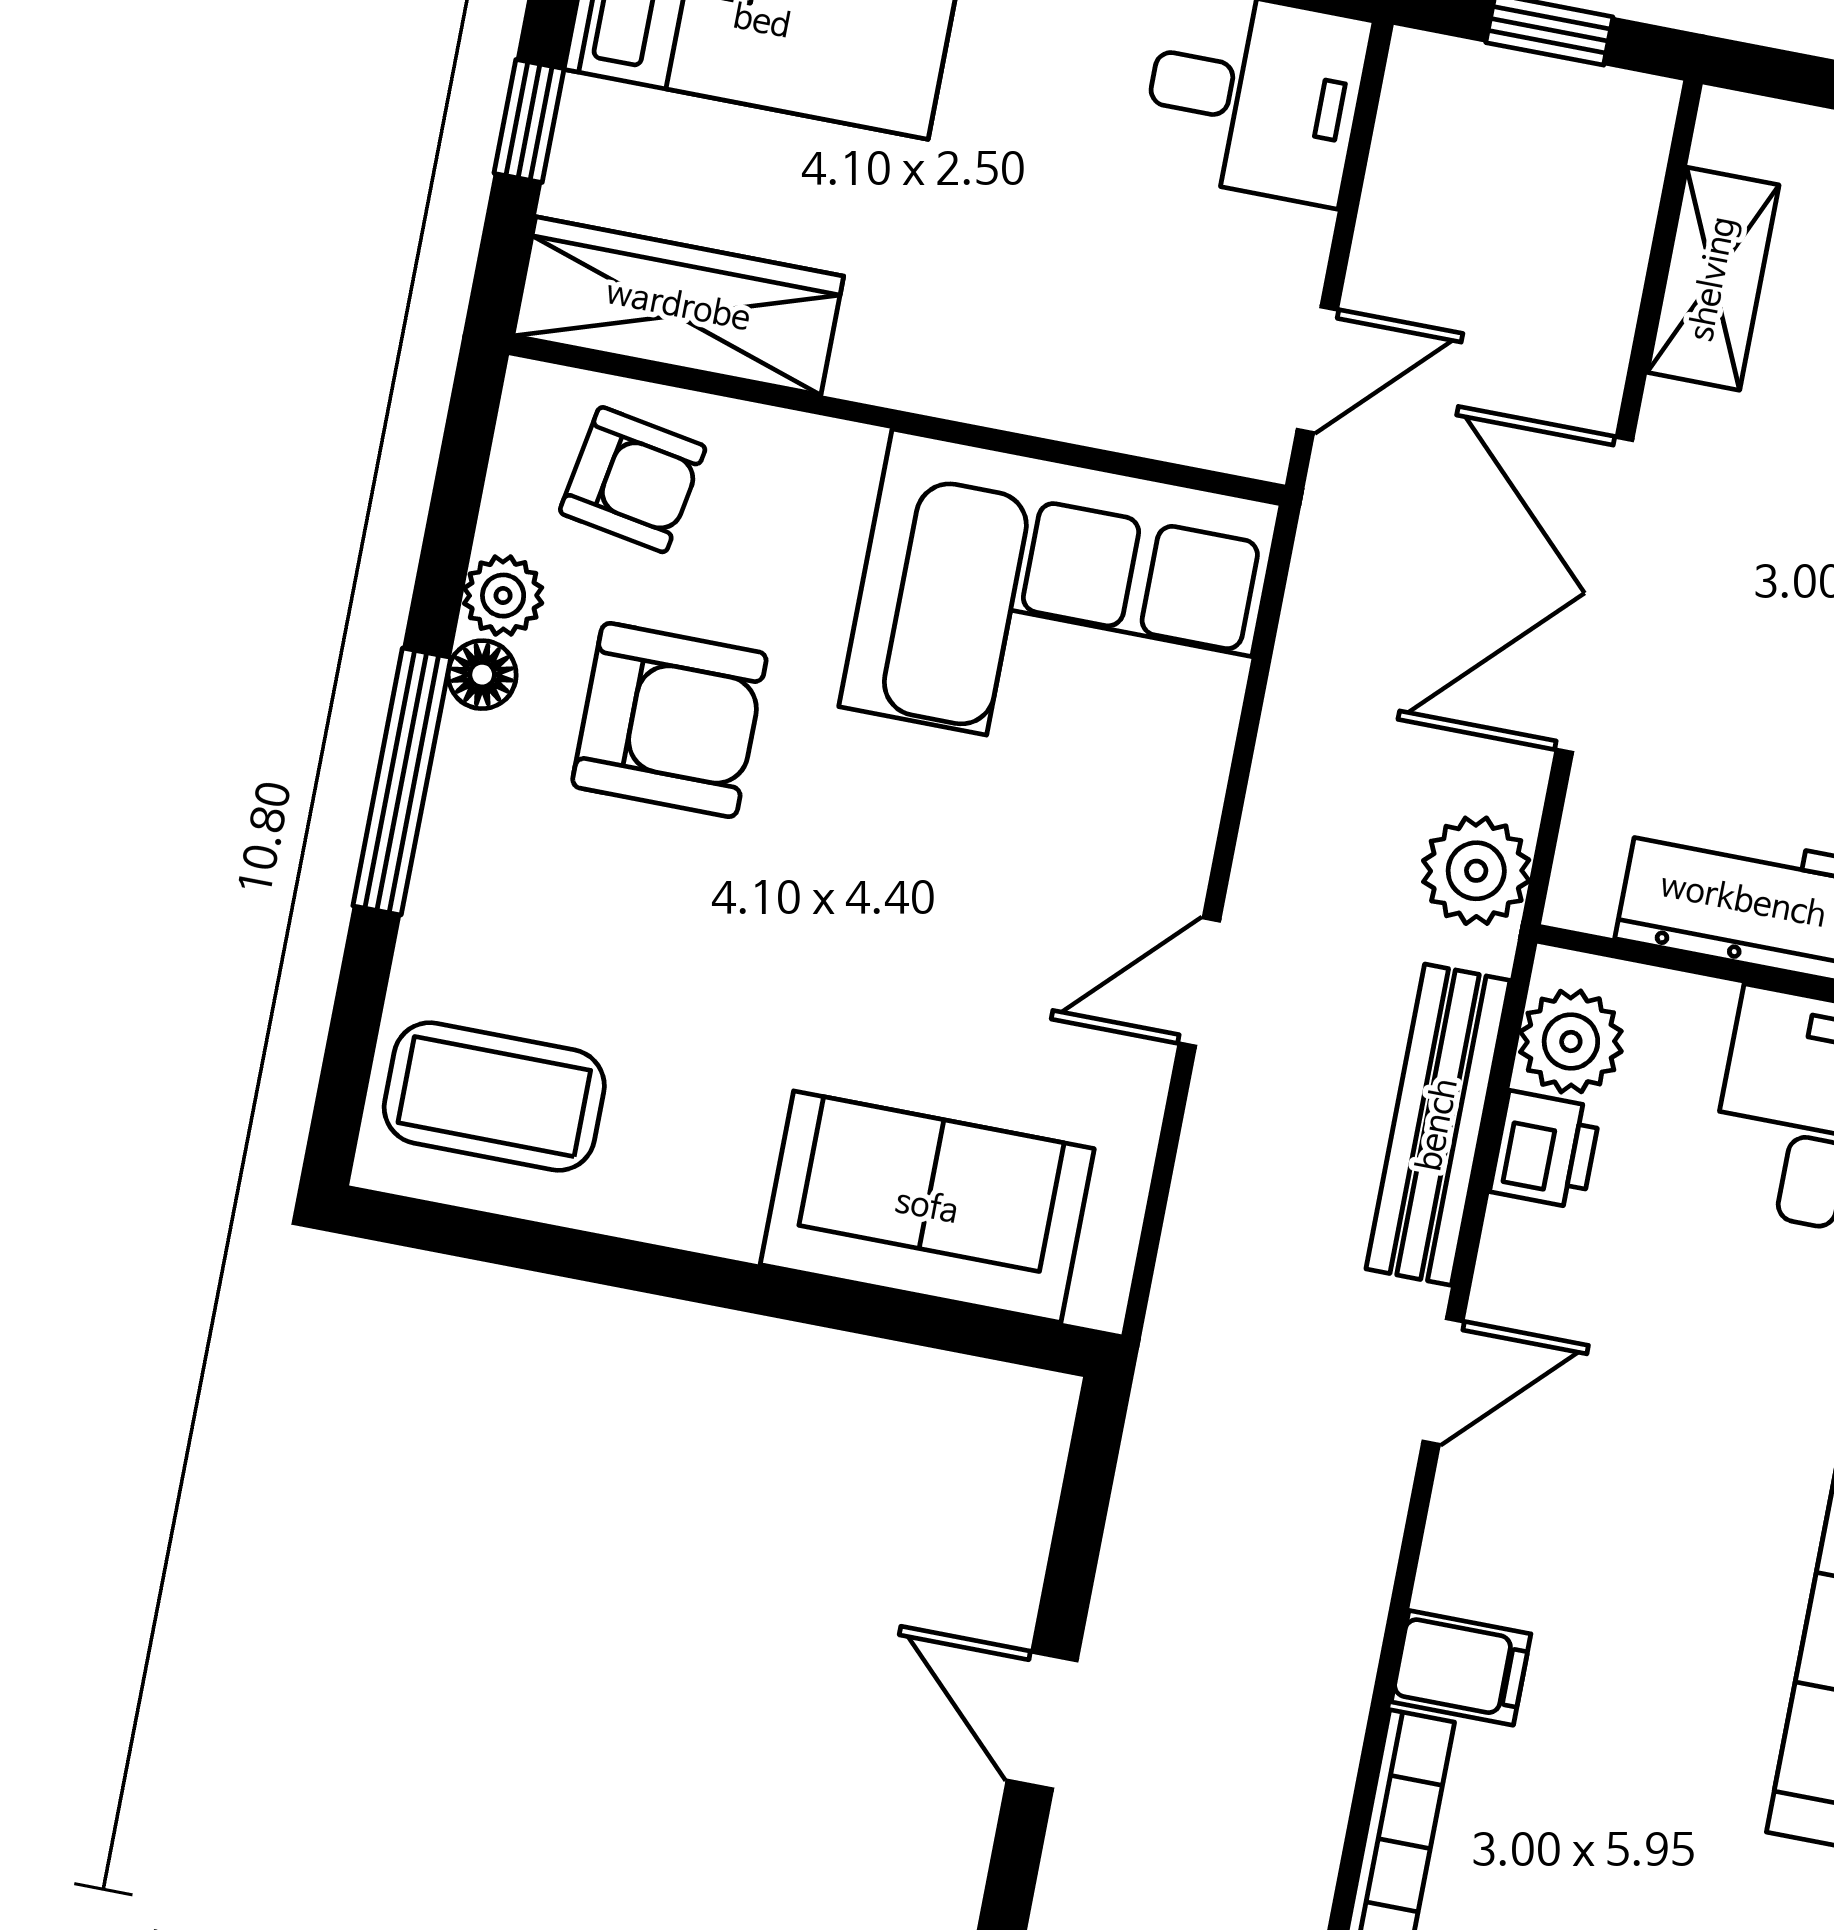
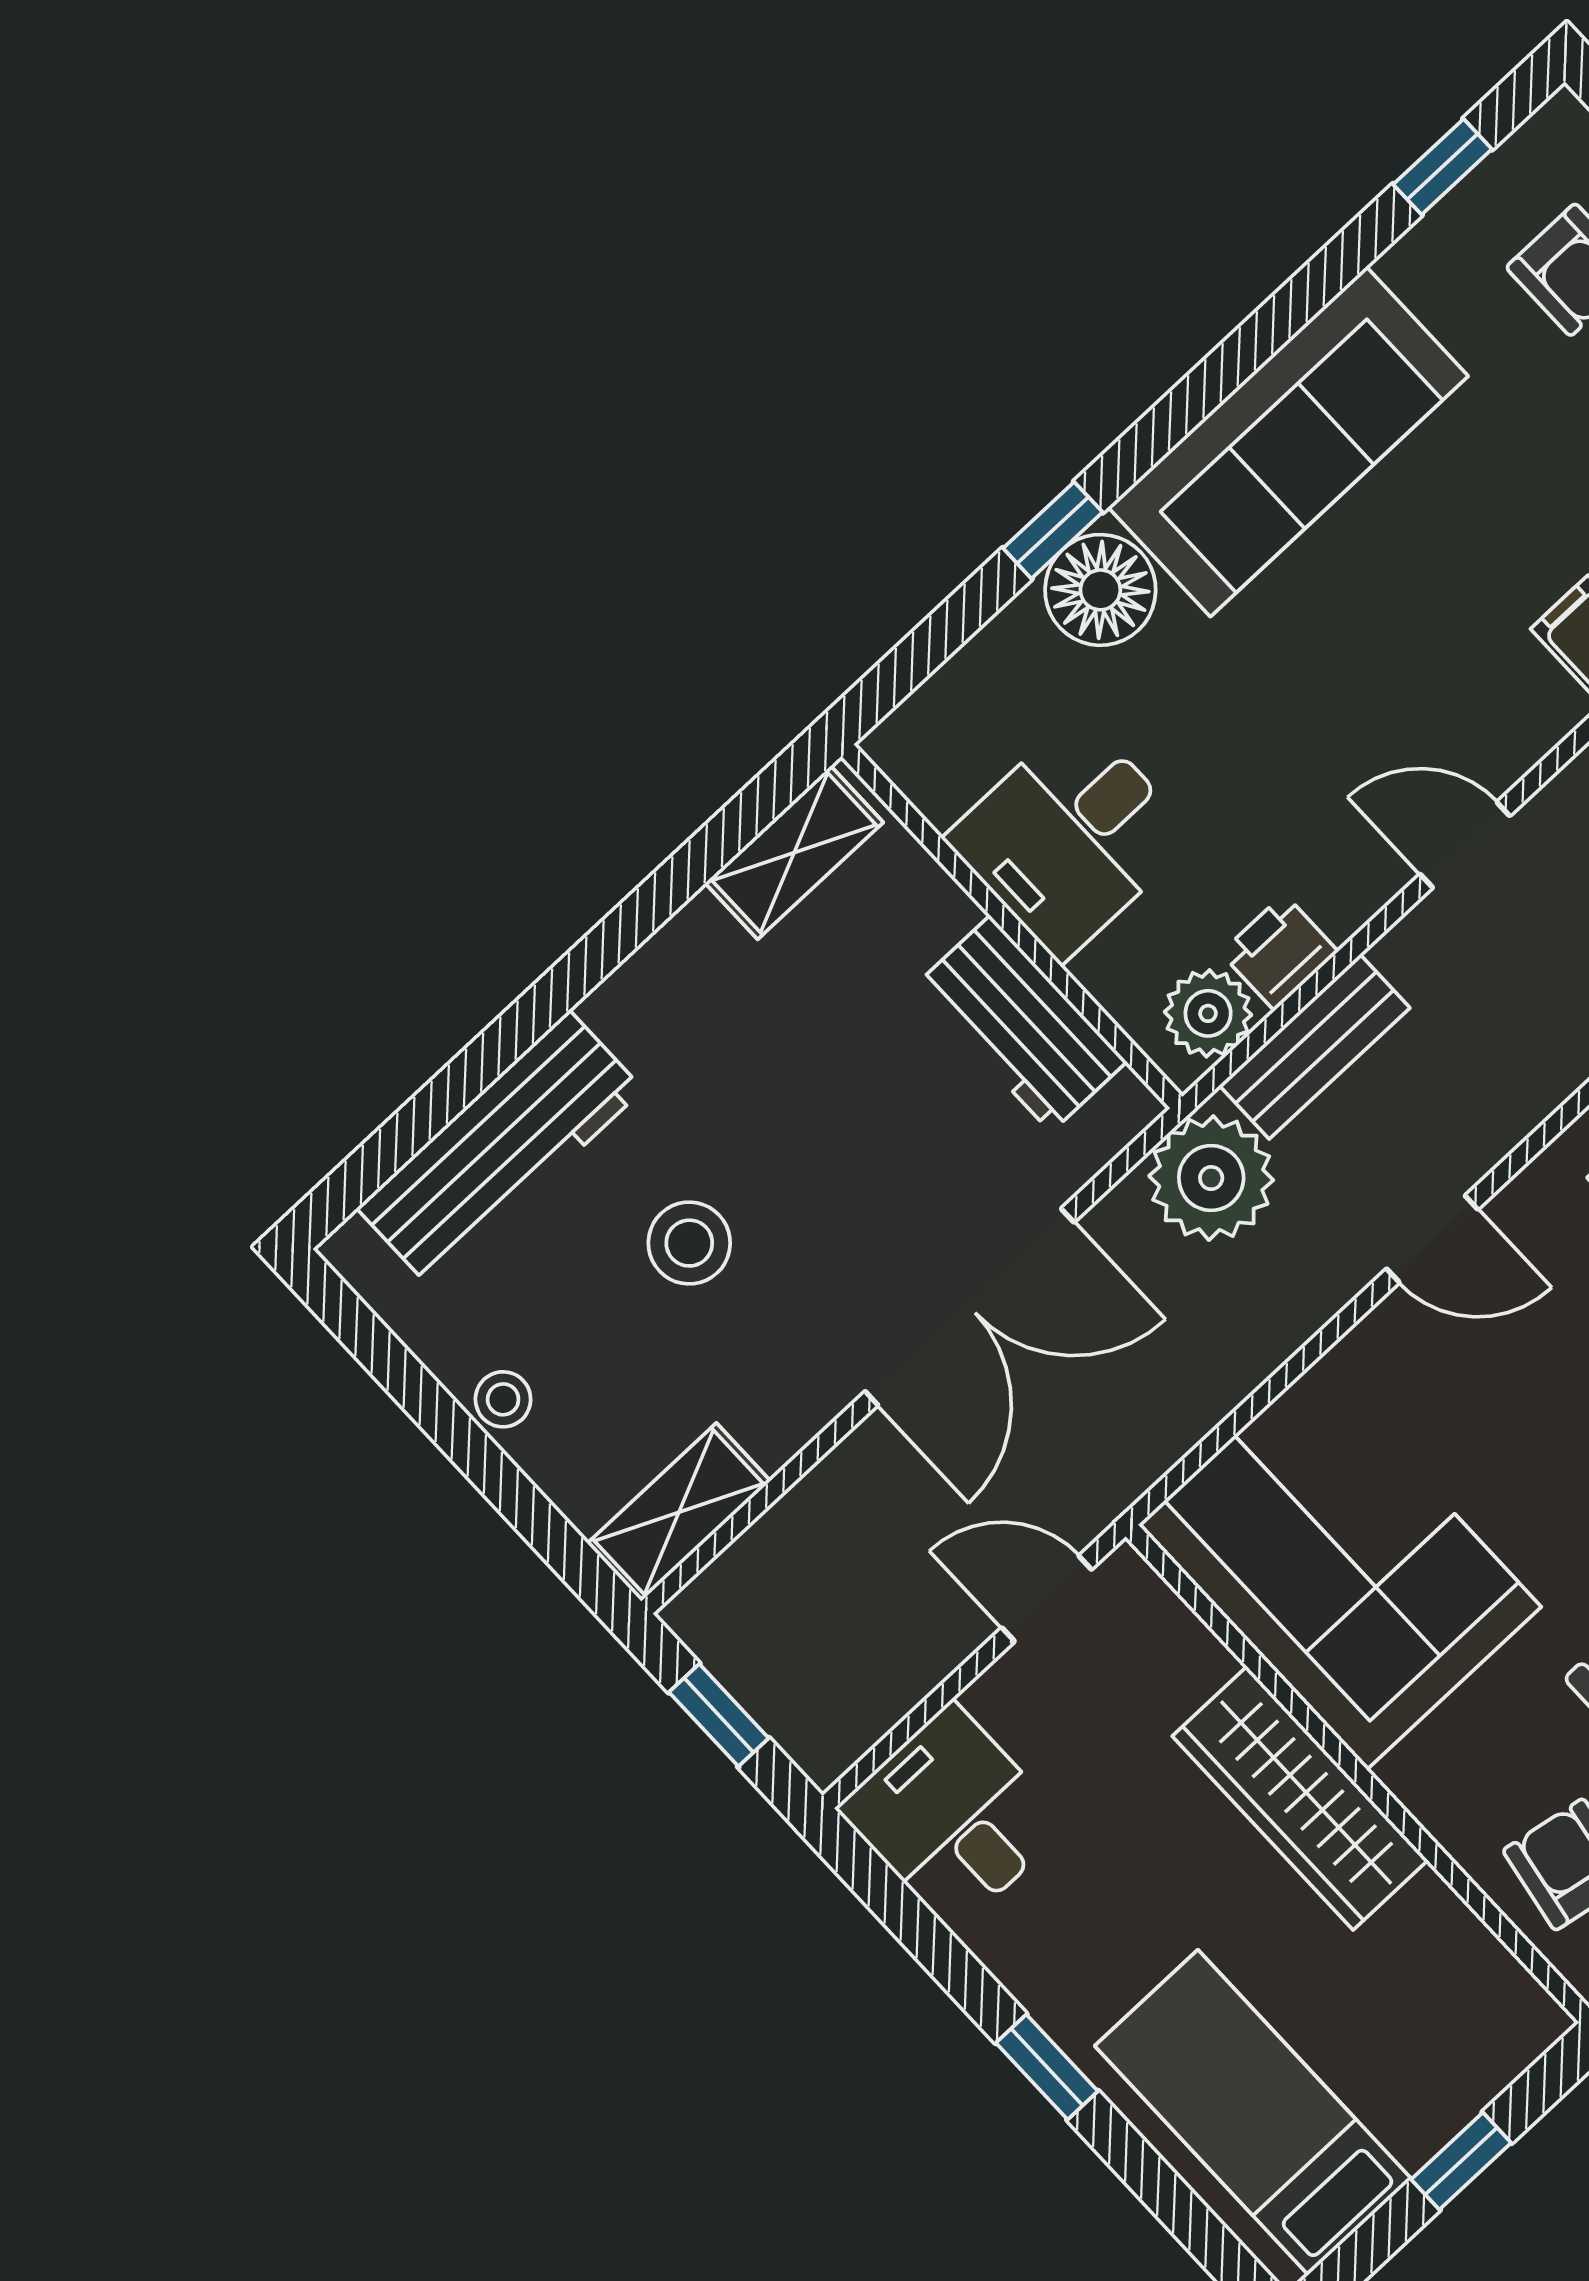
shelving: (1713, 279) -> (679, 1512), moved
wardrobe: (678, 306) -> (1300, 1798), moved
plant: (1476, 871) -> (1211, 1178), width x1.36, depth x1.36
bench: (1438, 1125) -> (1315, 1047), width x0.73

